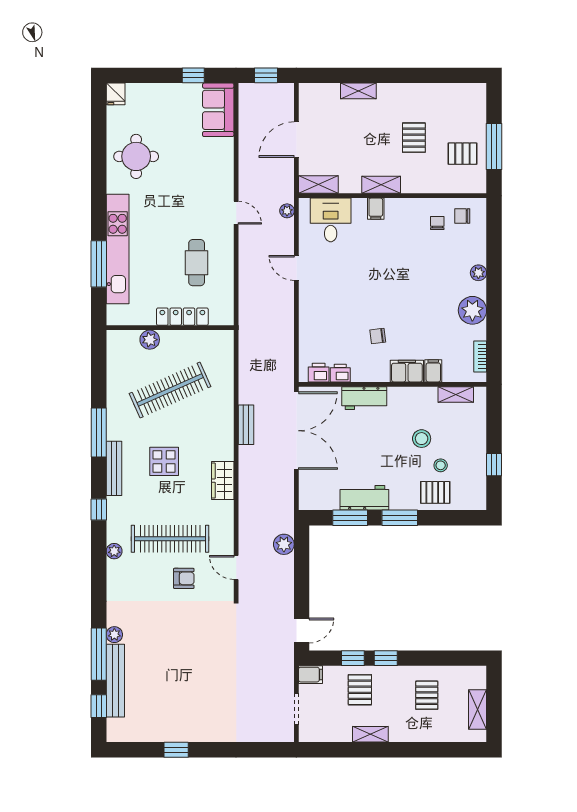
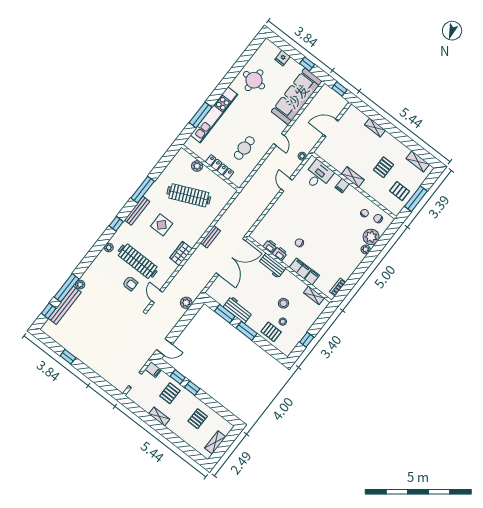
fridge: (116, 94) -> (283, 58), moved
sofa: (218, 110) -> (297, 96), width x1.85, depth x1.27
shelving: (318, 185) -> (418, 161), moved
plant: (472, 310) -> (371, 237), moved
printer: (319, 373) -> (280, 254), moved

